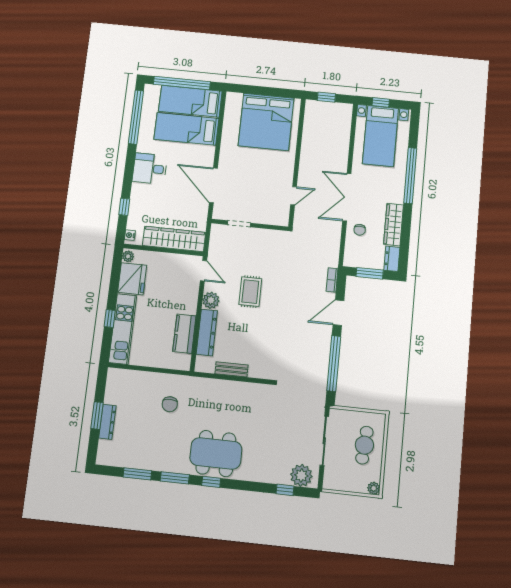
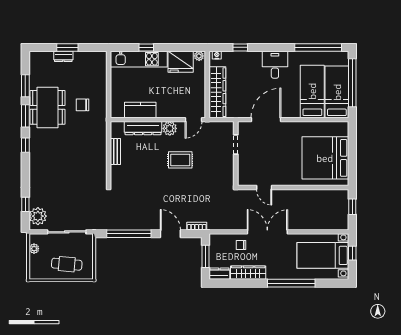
dresser: (107, 422) -> (63, 56), width x0.70
dining table: (216, 453) -> (48, 107), moved
plant: (374, 488) -> (34, 249), moved

